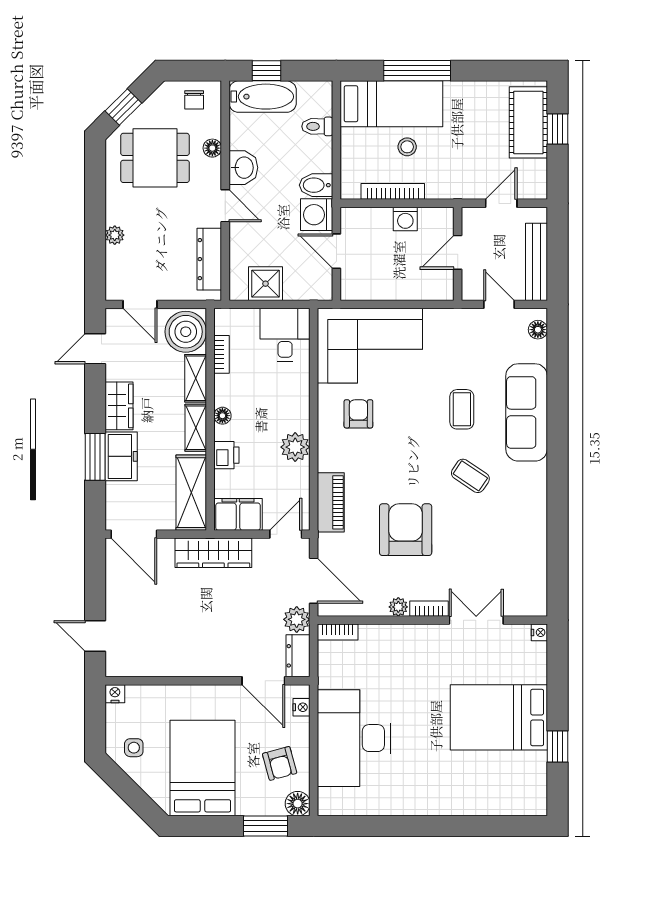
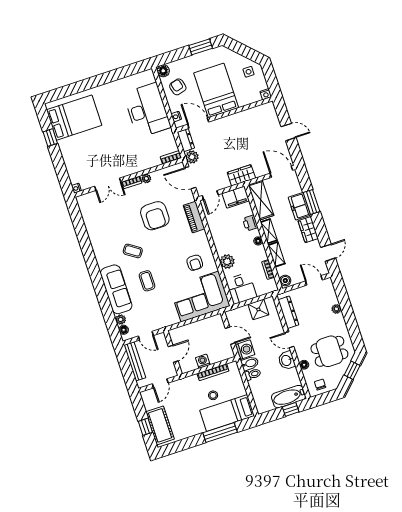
toilet: (317, 126) -> (253, 374), moved
boiler: (186, 332) -> (285, 281), width x0.54, depth x0.54
plant: (537, 351) -> (121, 320), added
plant: (295, 447) -> (227, 262), moved
wardrobe: (213, 553) -> (241, 175), width x0.67
door: (95, 636) -> (288, 132), moved
bed: (499, 717) -> (74, 118), moved
bed: (203, 768) -> (216, 90), moved, turned 180
window: (265, 826) -> (201, 47), moved

